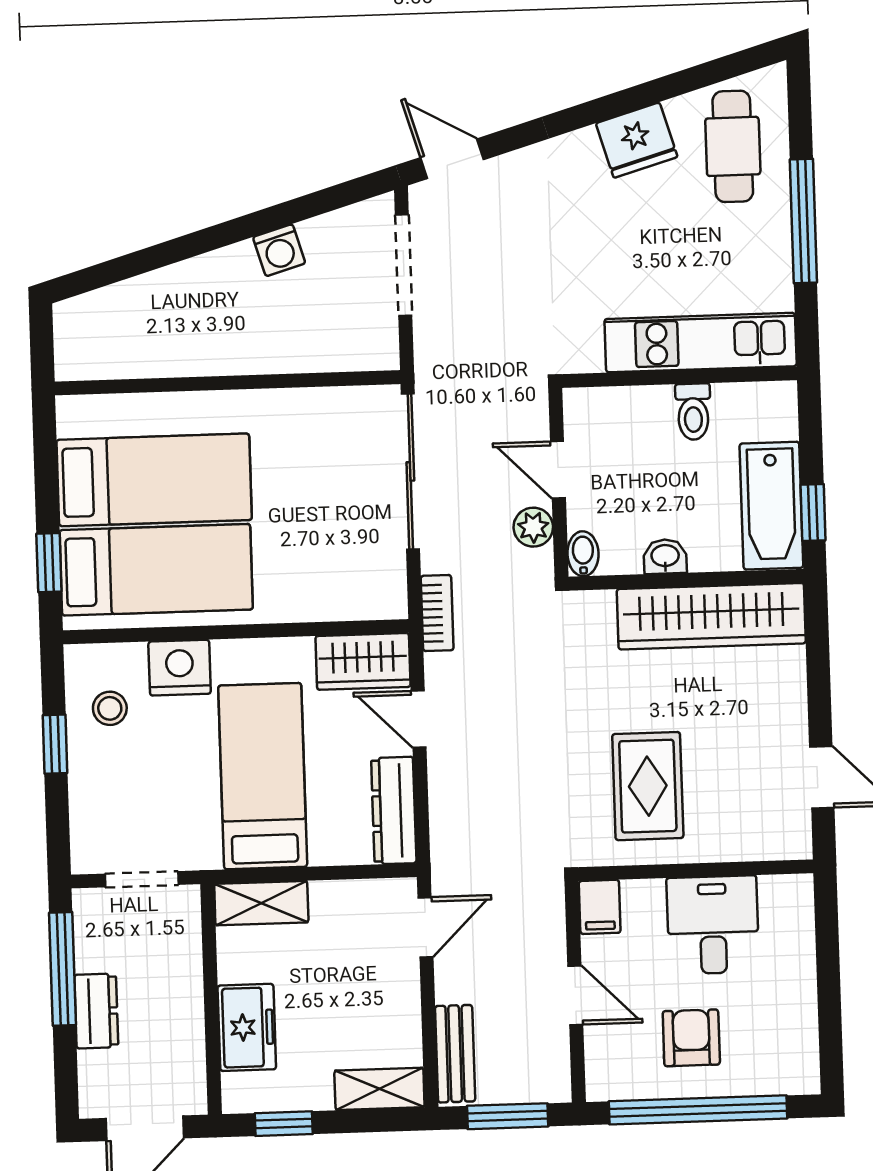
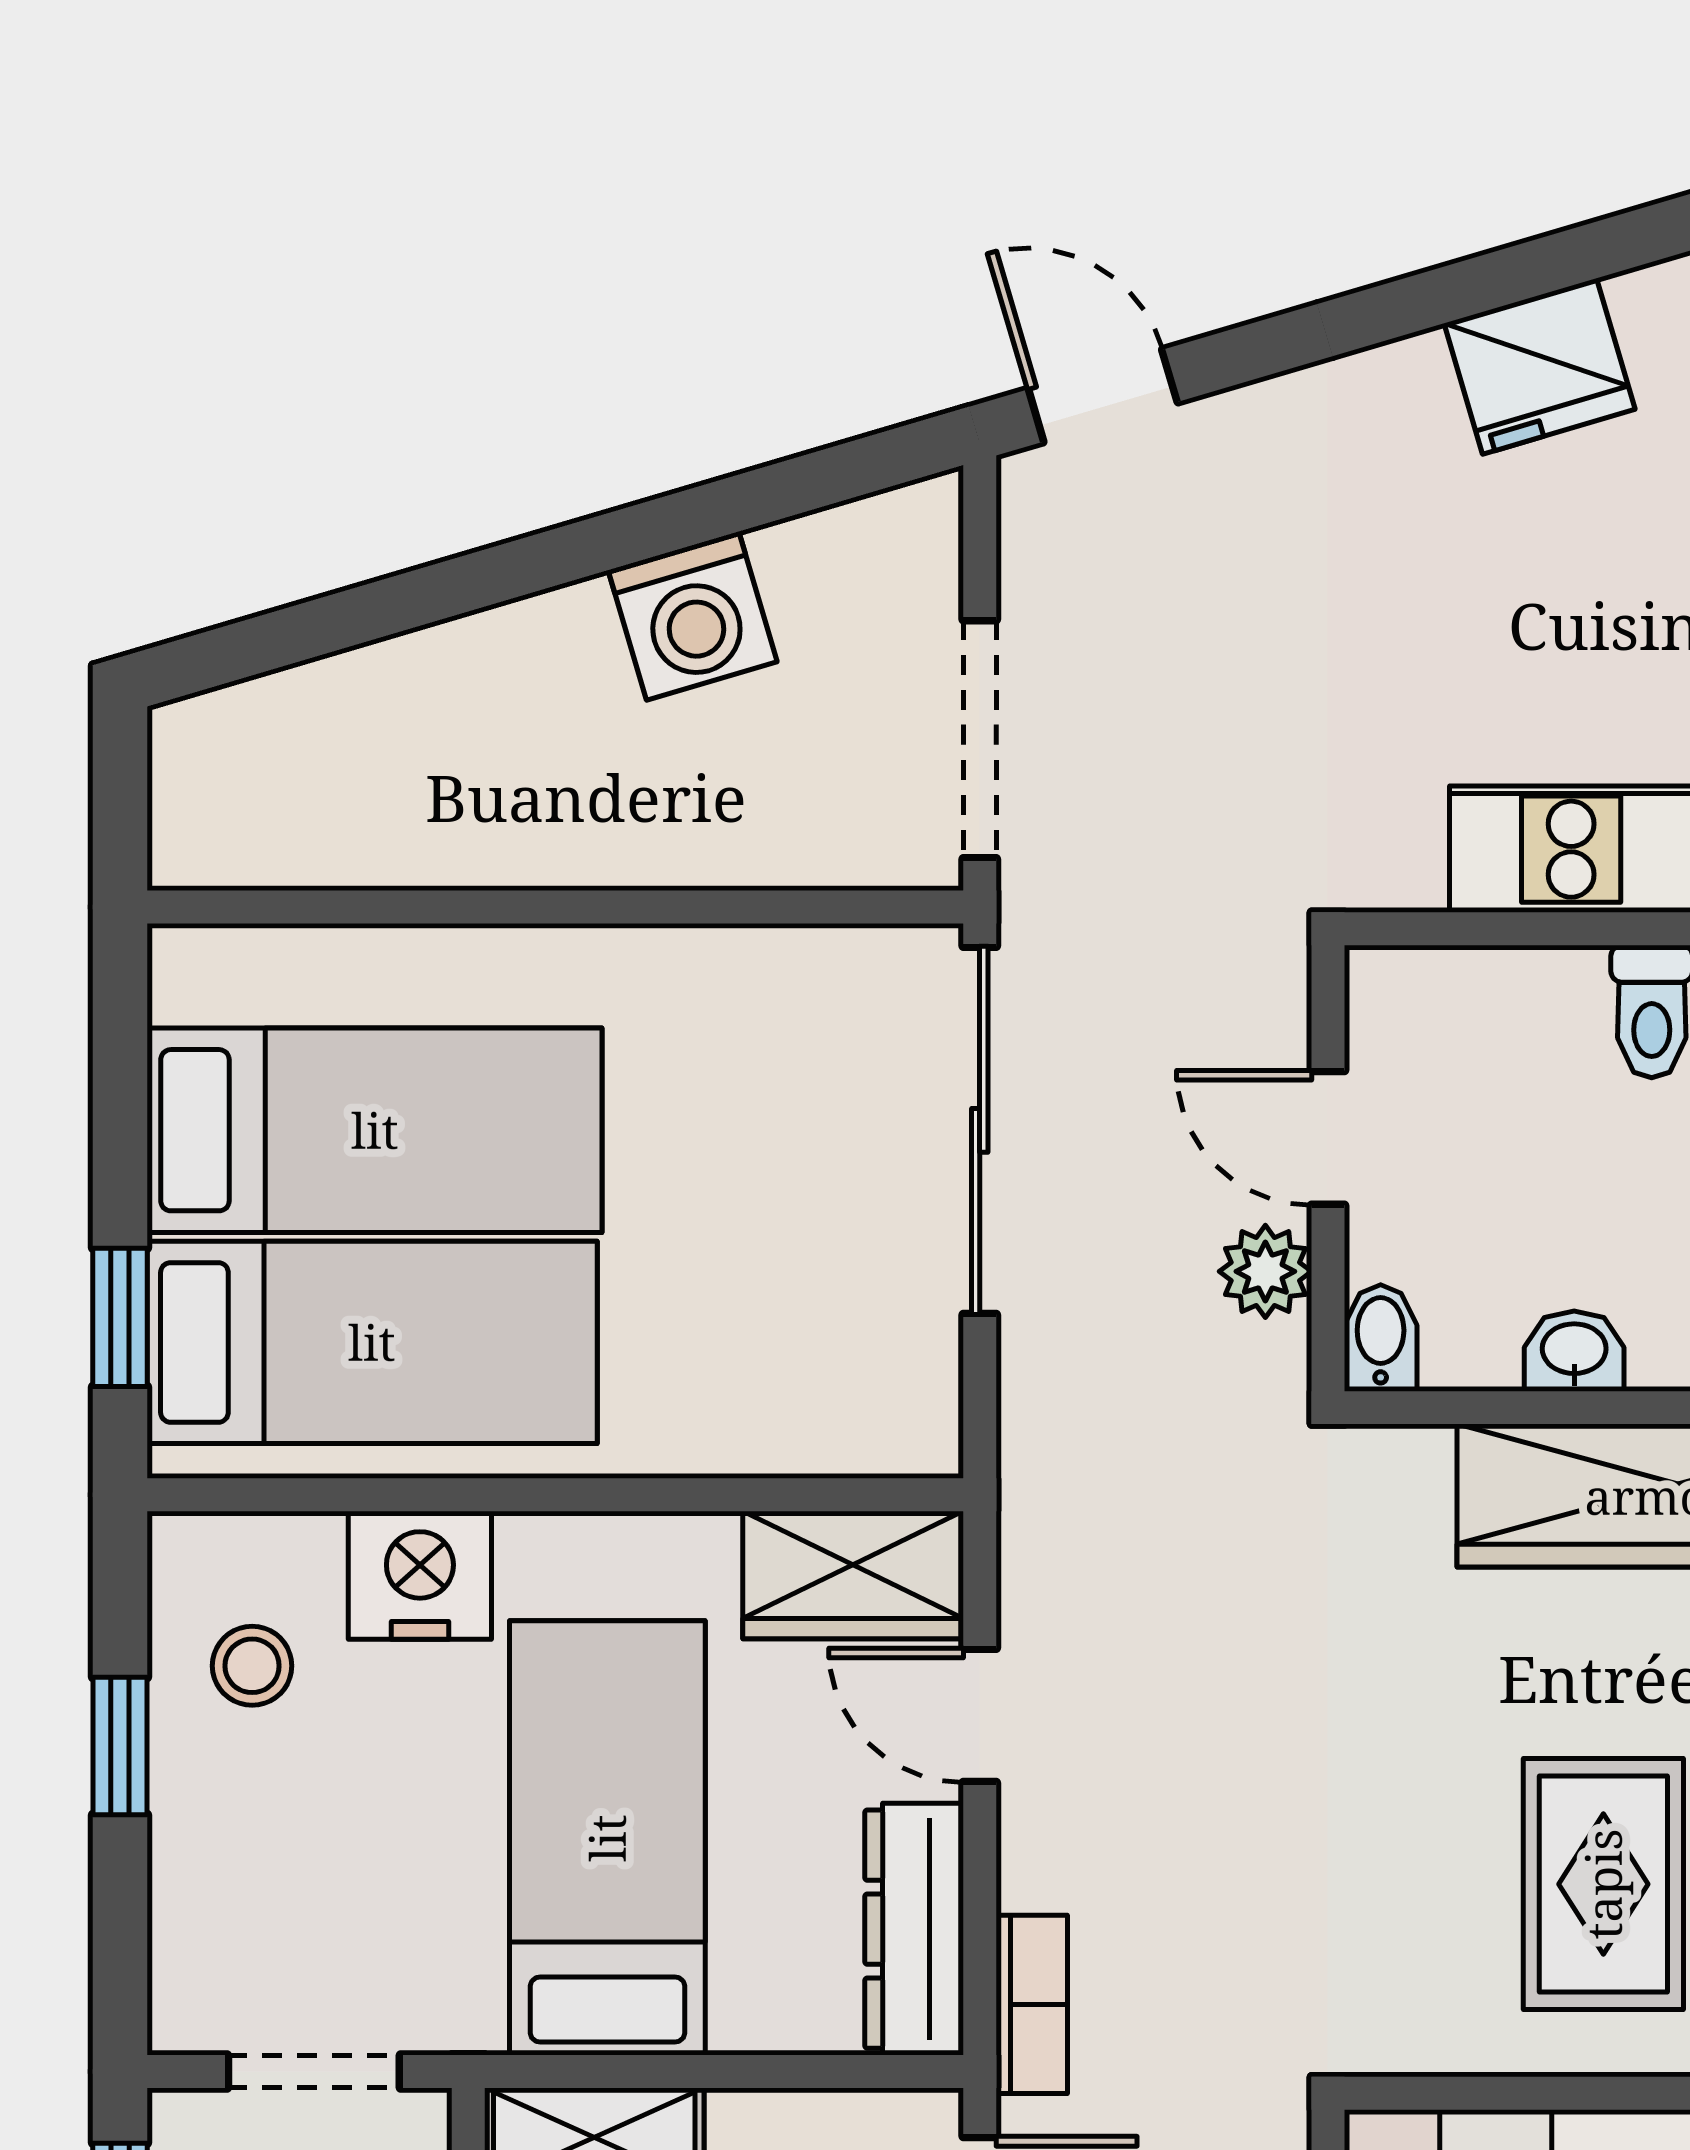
washing machine: (279, 250) -> (693, 616), width x1.38, depth x1.38
doorway: (404, 265) -> (980, 739), moved
bookcase: (437, 613) -> (1032, 2004), moved
rug: (648, 786) -> (1603, 1884), moved

